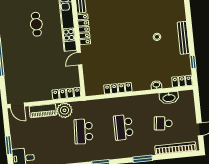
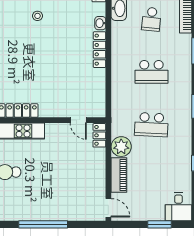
door: (80, 59) -> (78, 120), moved
locker: (118, 88) -> (100, 50), moved
locker: (66, 93) -> (99, 135), width x0.66
door: (17, 105) -> (108, 208), hinge flipped

